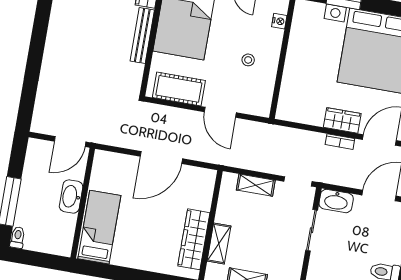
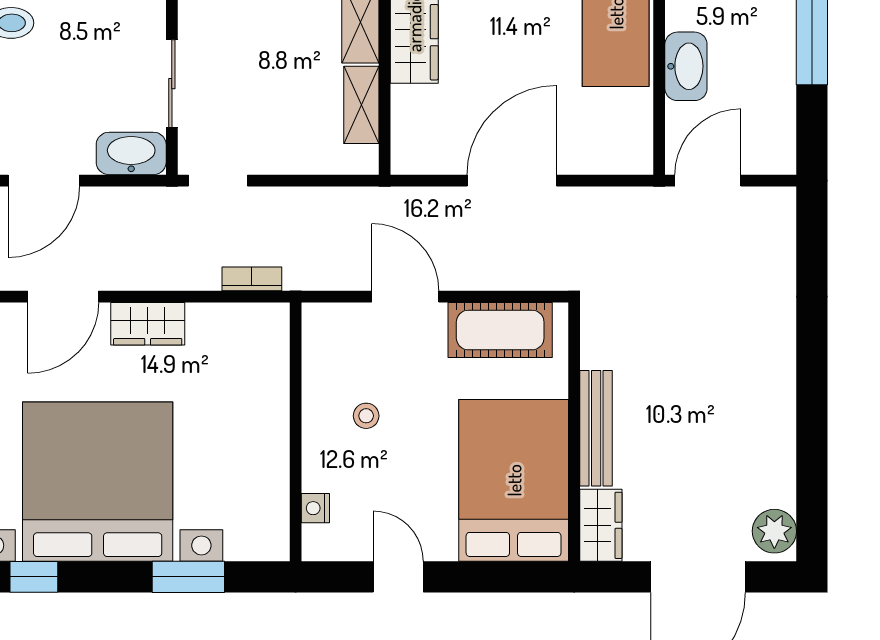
bookcase: (340, 142) -> (252, 279), moved
shelving: (256, 185) -> (361, 105), moved, turned 90

